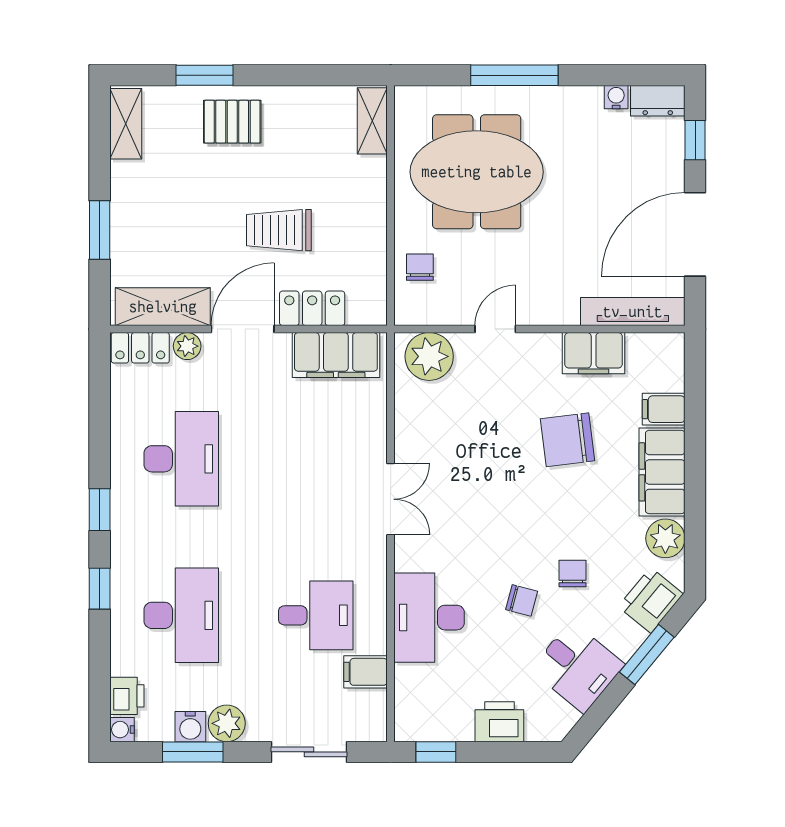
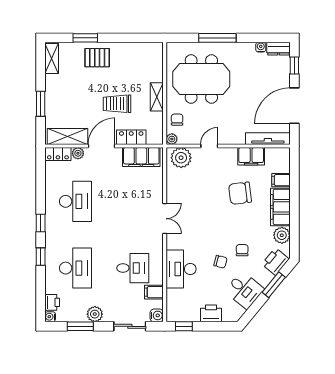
shelving: (372, 121) -> (157, 97), moved
plant: (407, 313) -> (172, 139), added
water cooler: (190, 727) -> (157, 315), moved, turned -90

